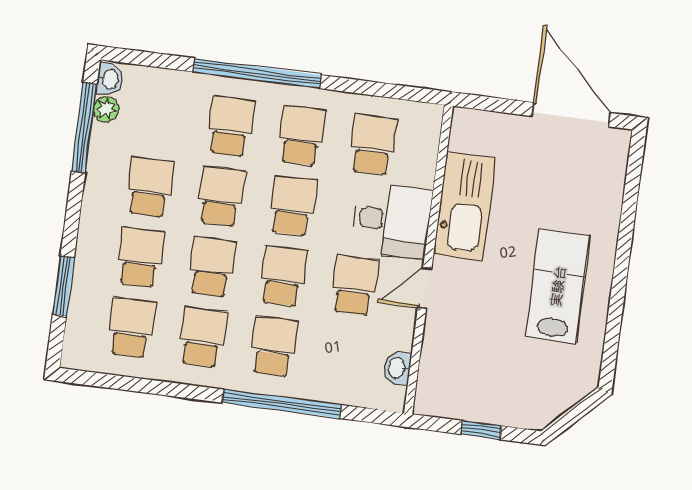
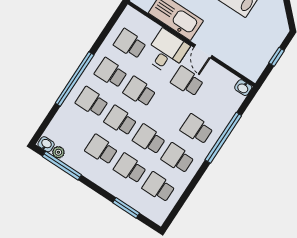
school desk: (283, 276) -> (168, 110), removed
washbasin: (397, 368) -> (243, 88), moved

